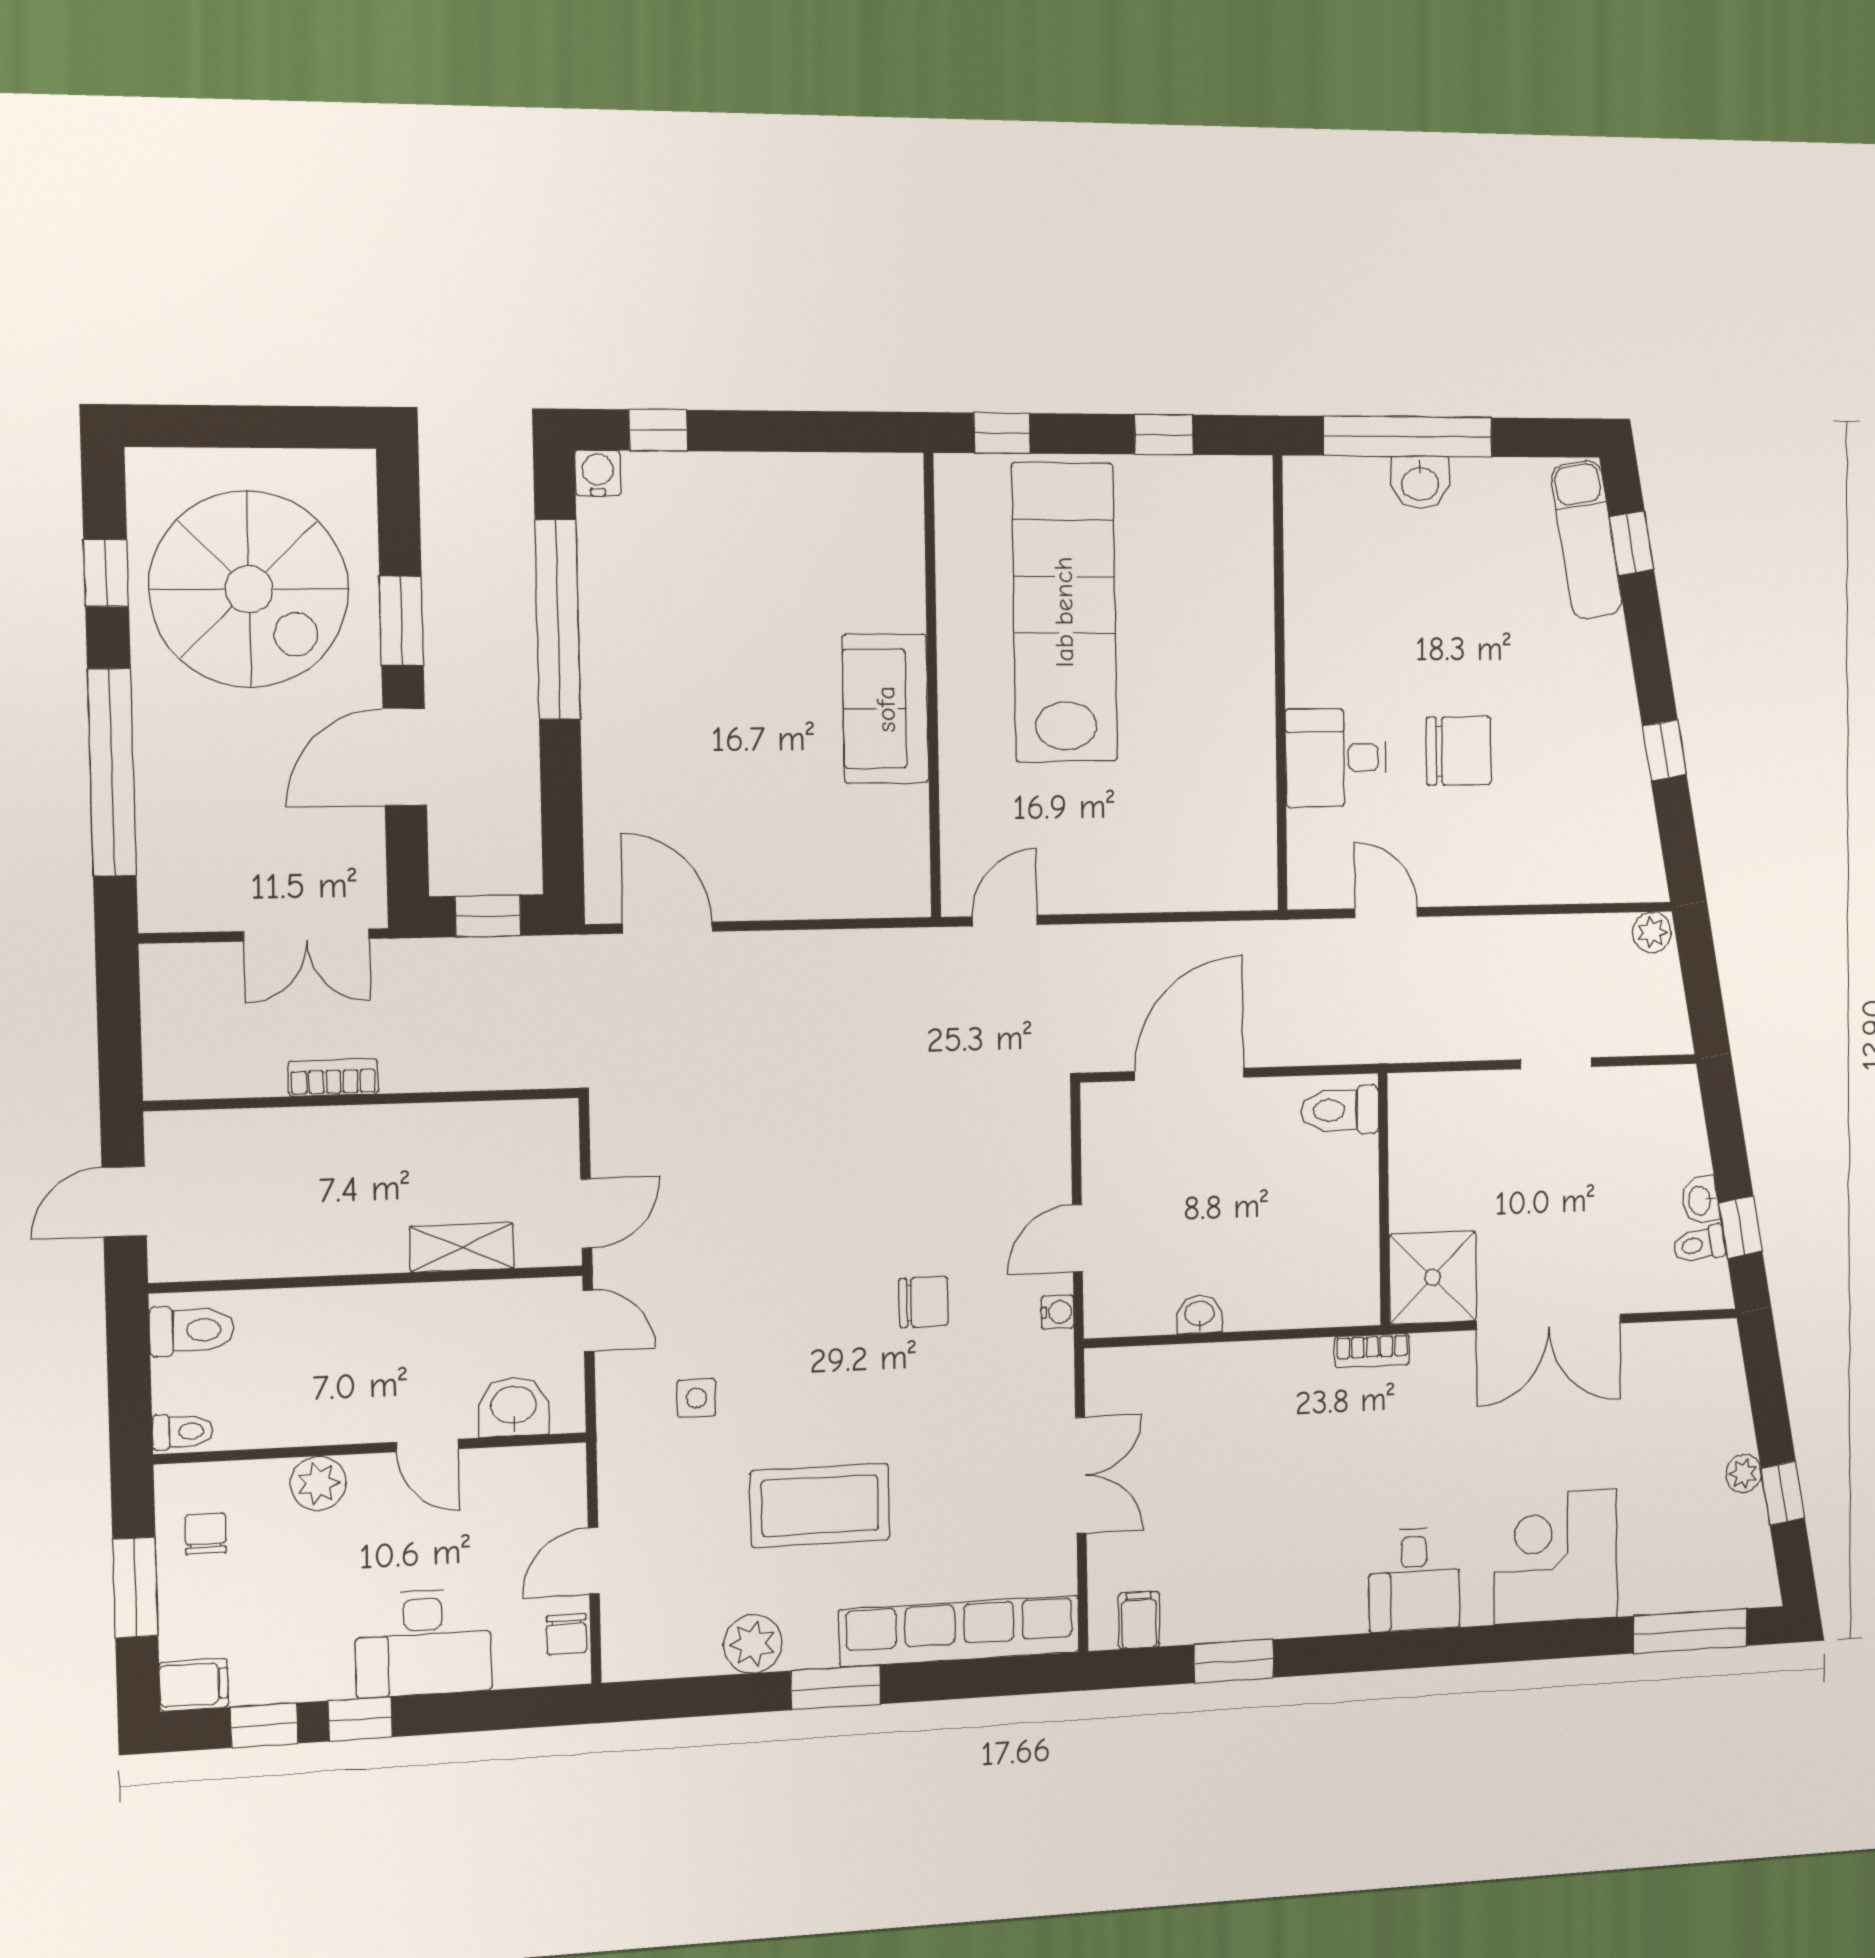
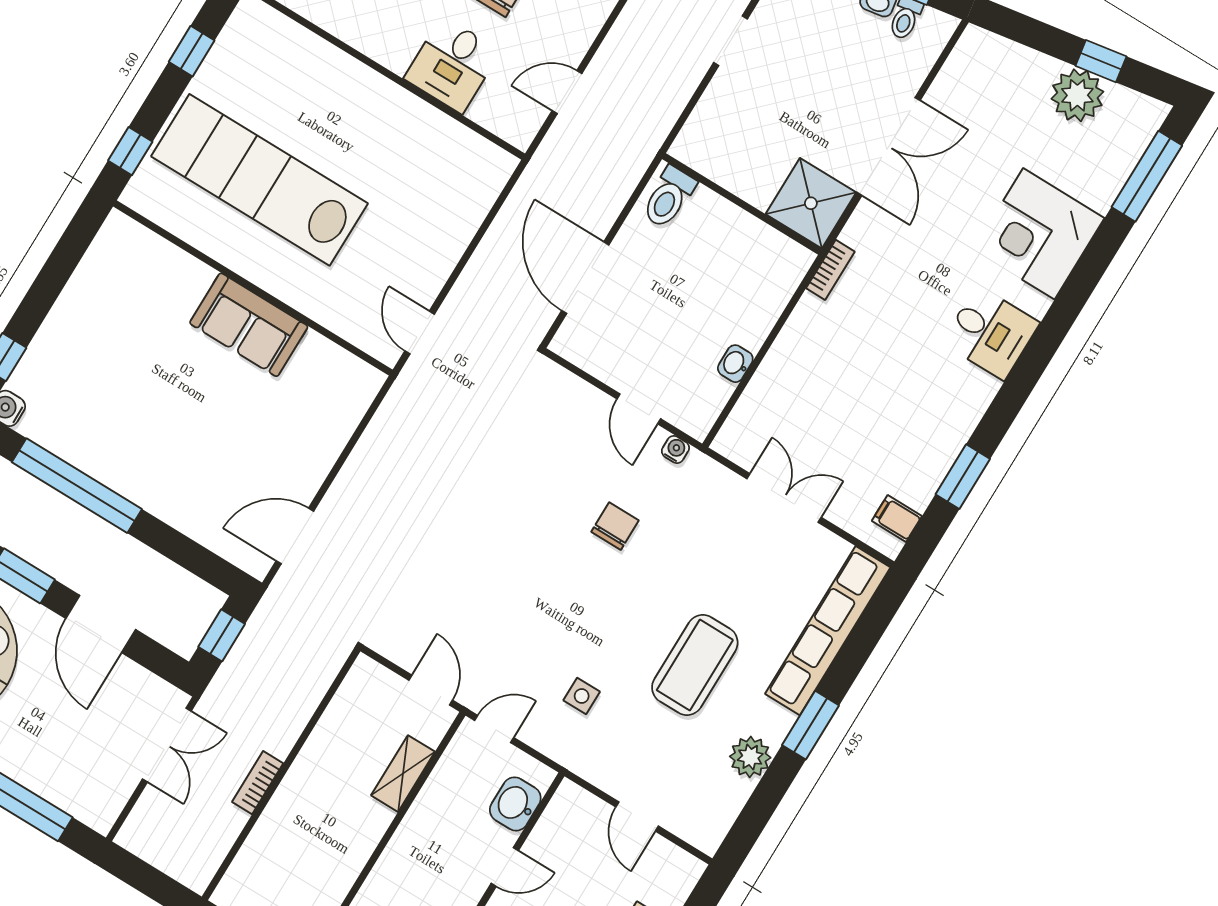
plant: (1744, 1473) -> (1077, 95), width x1.87, depth x1.87
chair: (566, 1634) -> (669, 860), removed

